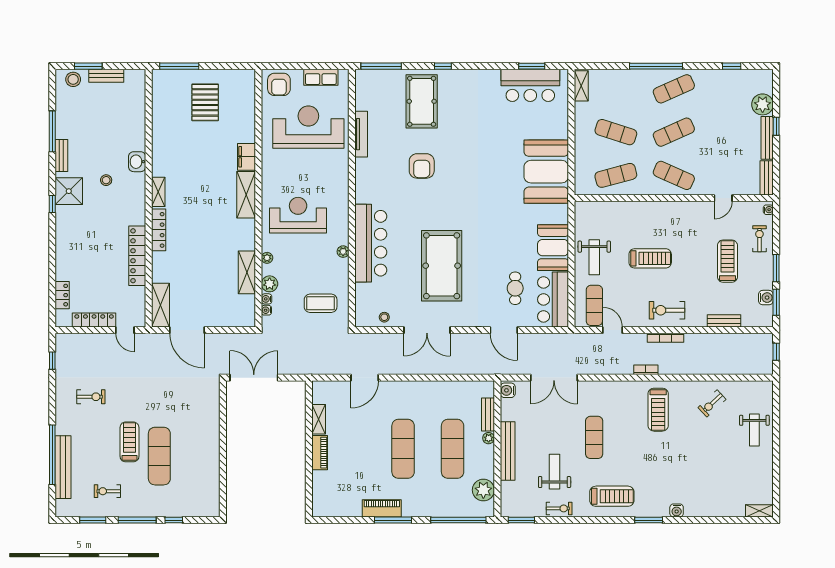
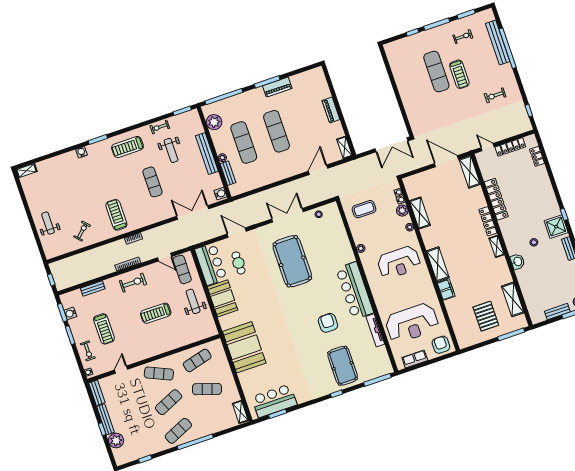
shelving: (161, 113) -> (513, 299), added
bar counter: (371, 243) -> (355, 291), moved
shelving: (319, 419) -> (345, 148), moved

